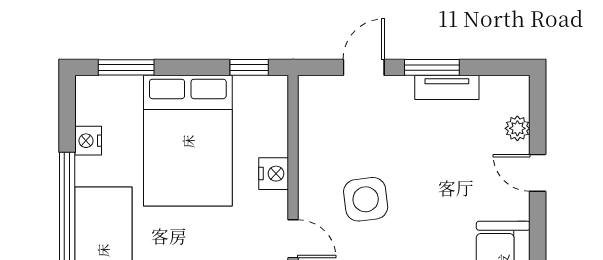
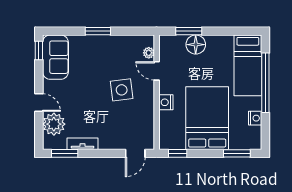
door: (364, 67) -> (135, 153), moved
window: (432, 67) -> (65, 153), moved
plant: (517, 128) -> (54, 124), width x1.88, depth x1.88

